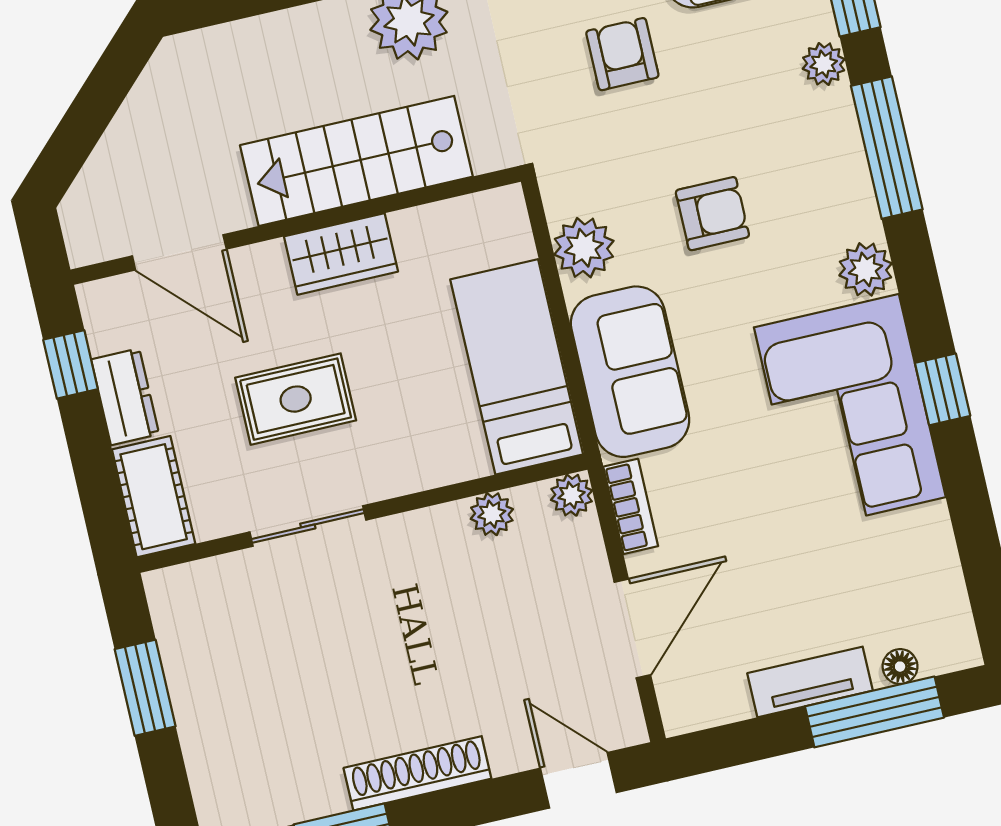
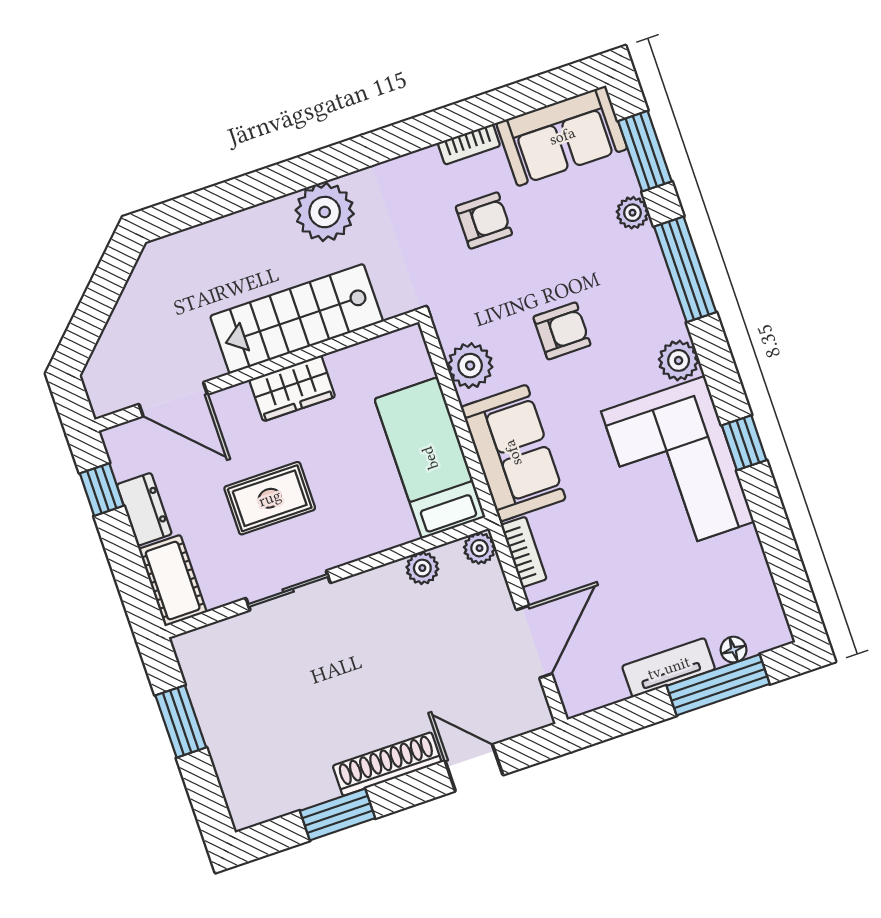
armchair: (622, 54) -> (484, 221), turned 90
door: (578, 780) -> (474, 768), moved

